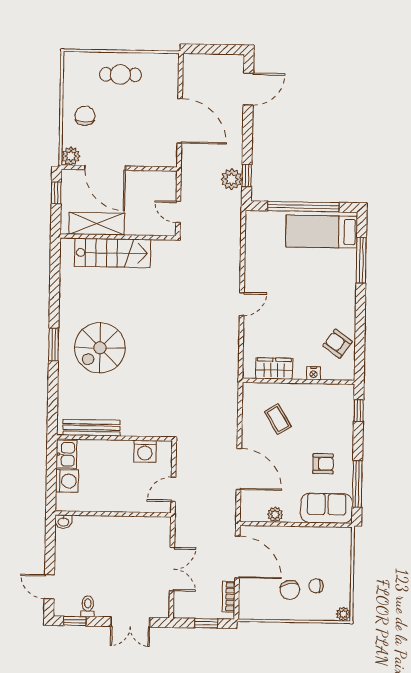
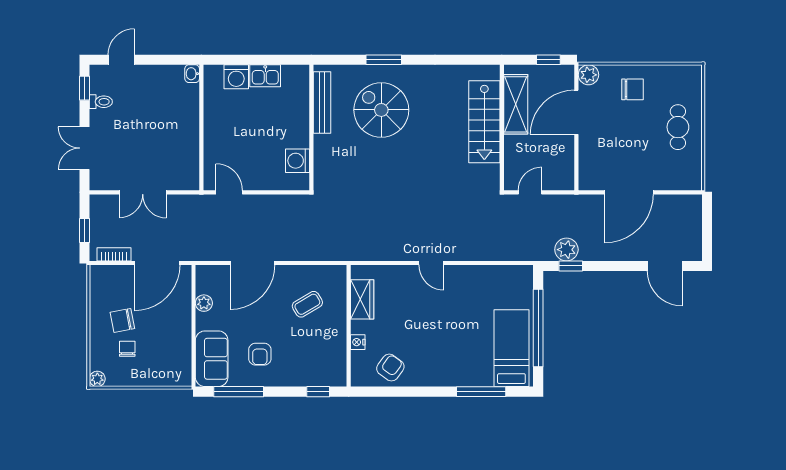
bench: (92, 428) -> (322, 103), moved
wall: (114, 438) -> (311, 128), moved
washing machine: (145, 451) -> (297, 161), moved

